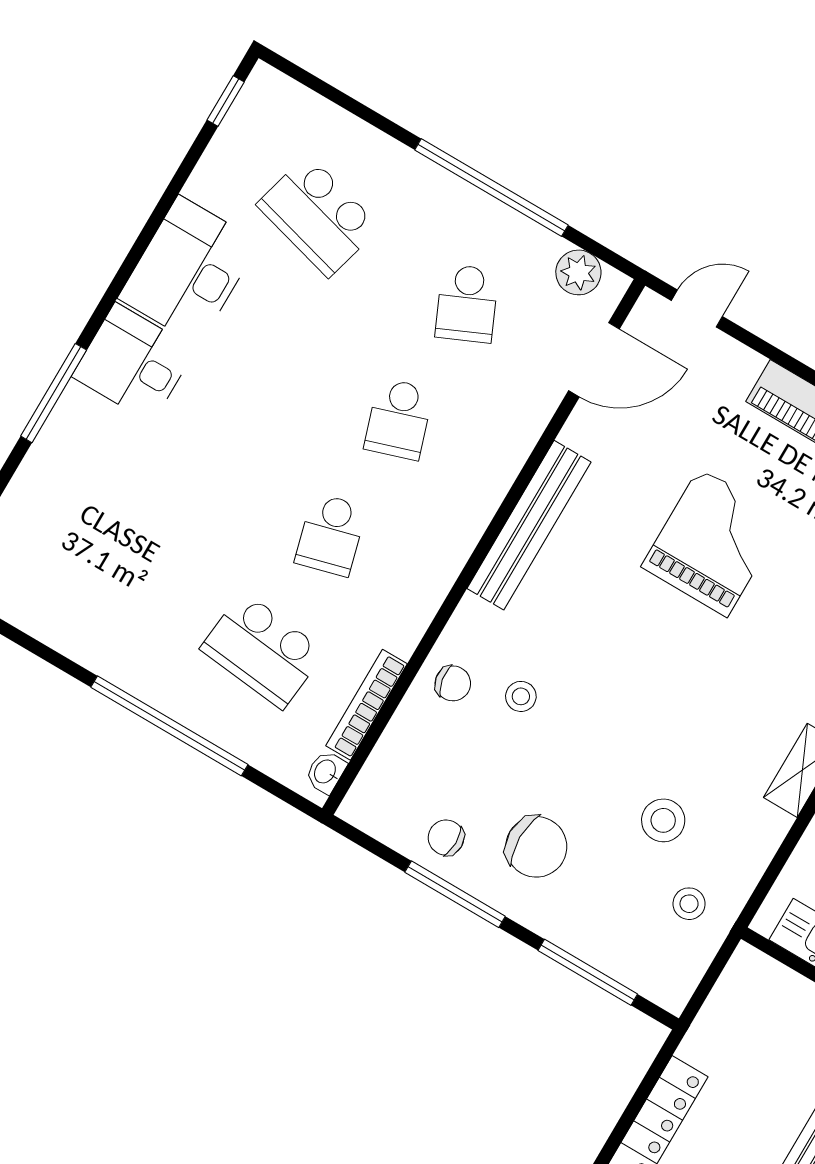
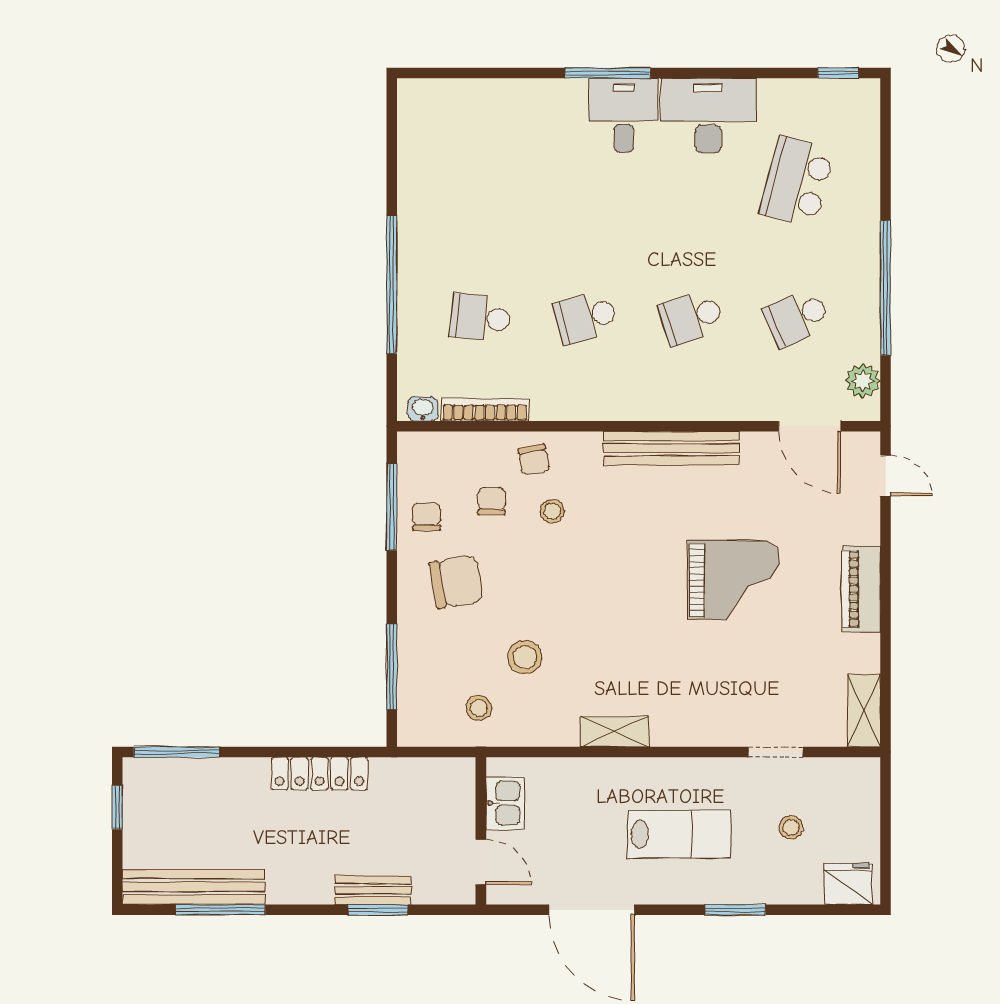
window: (54, 393) -> (608, 73), moved
school desk: (263, 650) -> (480, 318), width x0.54
chair: (471, 756) -> (492, 501), added
chair: (536, 847) -> (456, 582), turned -100
window: (455, 894) -> (392, 507), moved

